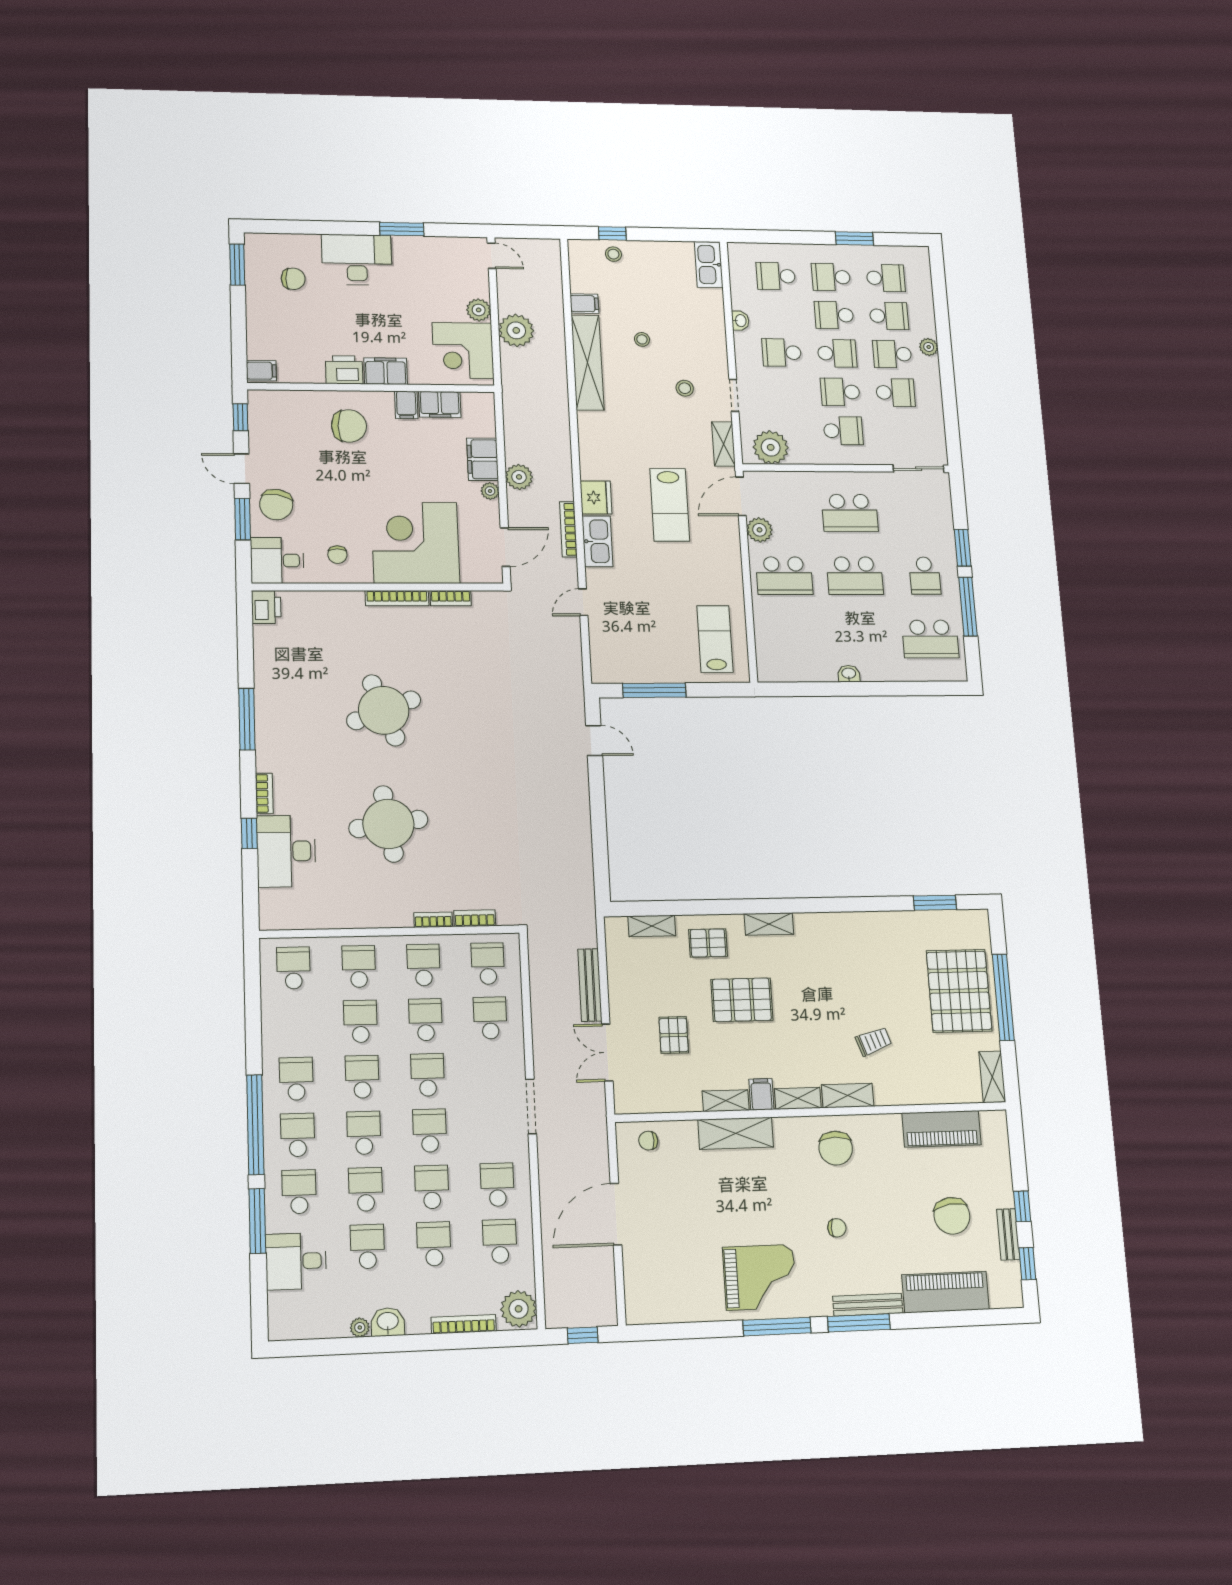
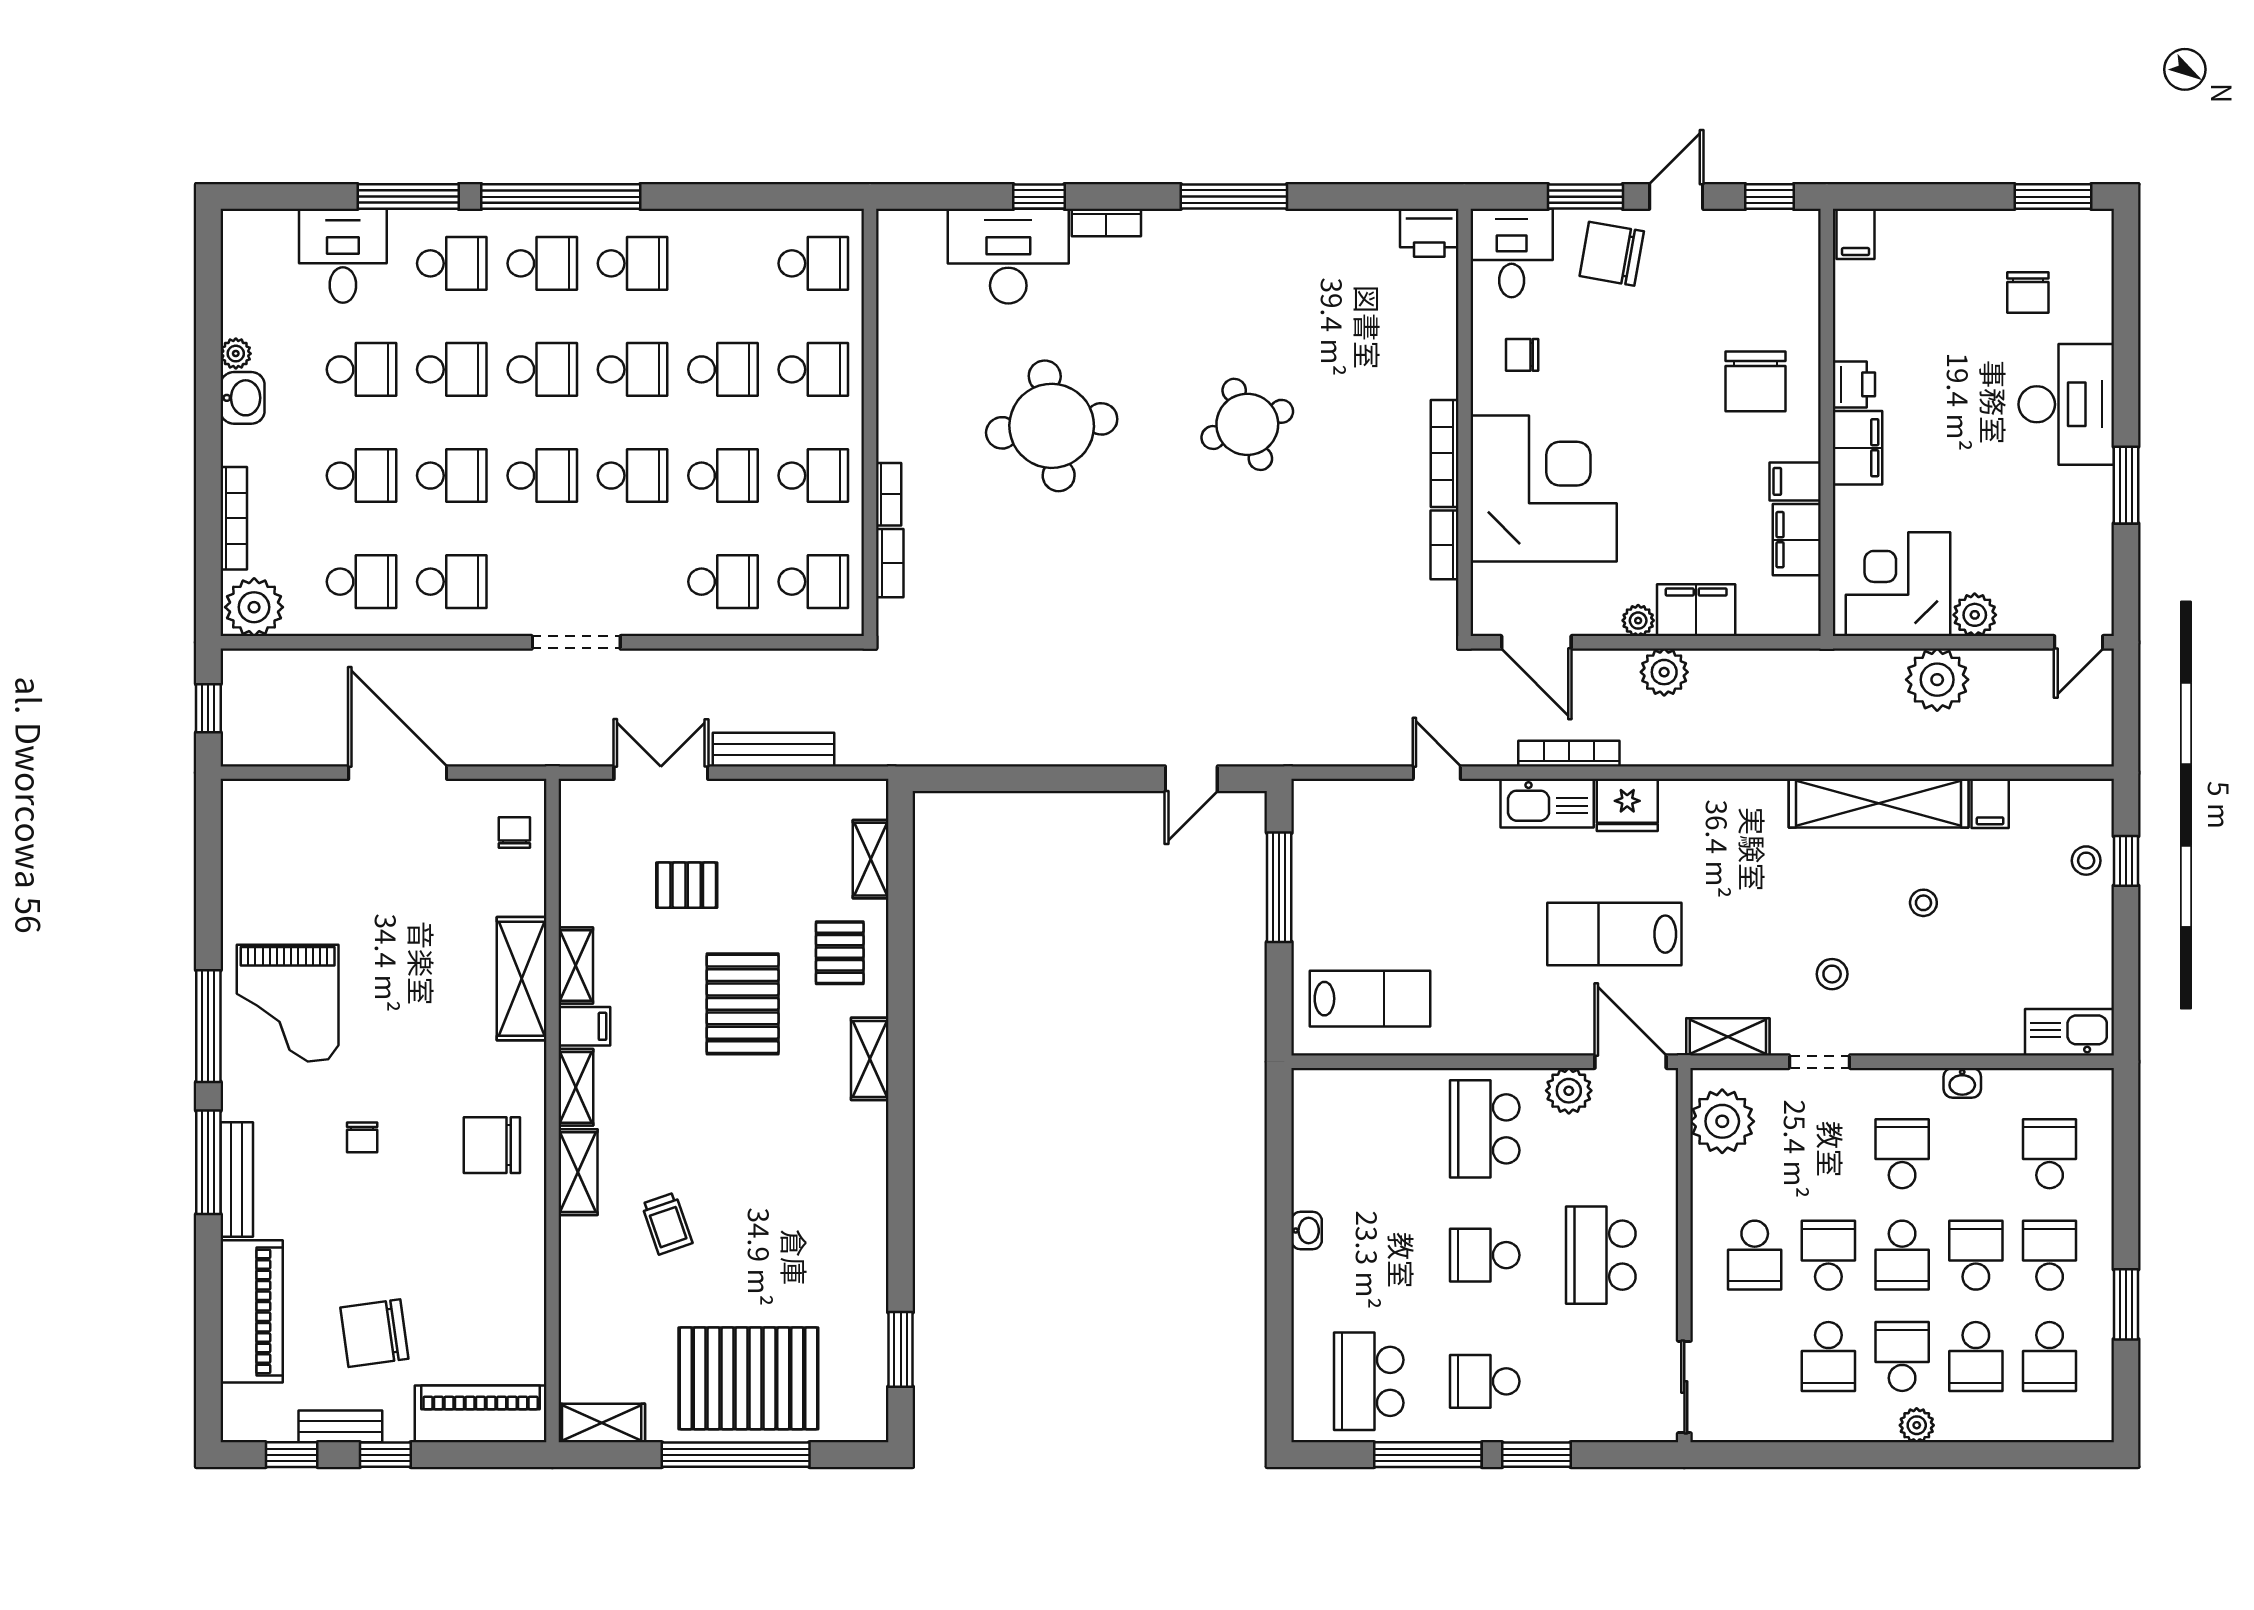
printer: (344, 370) -> (1854, 384), width x0.73, depth x0.81
school desk: (855, 576) -> (1485, 1255), width x0.54
round table: (384, 710) -> (1247, 424), width x0.73, depth x0.73
piano: (941, 1129) -> (481, 1414), moved, turned 90

